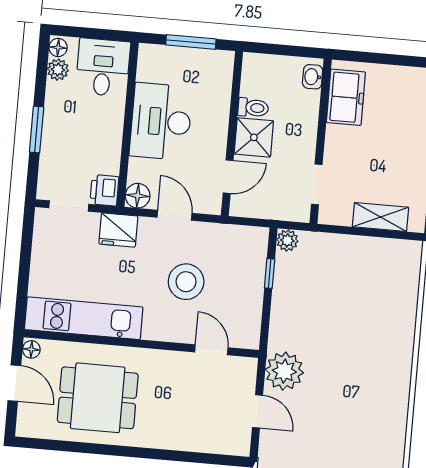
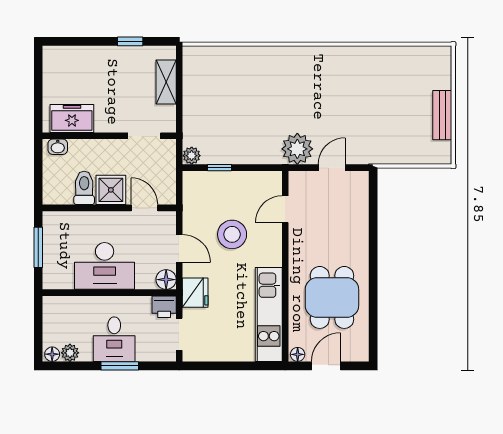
desk: (103, 67) -> (114, 339), moved, turned -90
toilet: (253, 108) -> (84, 188), width x1.37, depth x1.39
door: (174, 215) -> (179, 248), swing flipped

